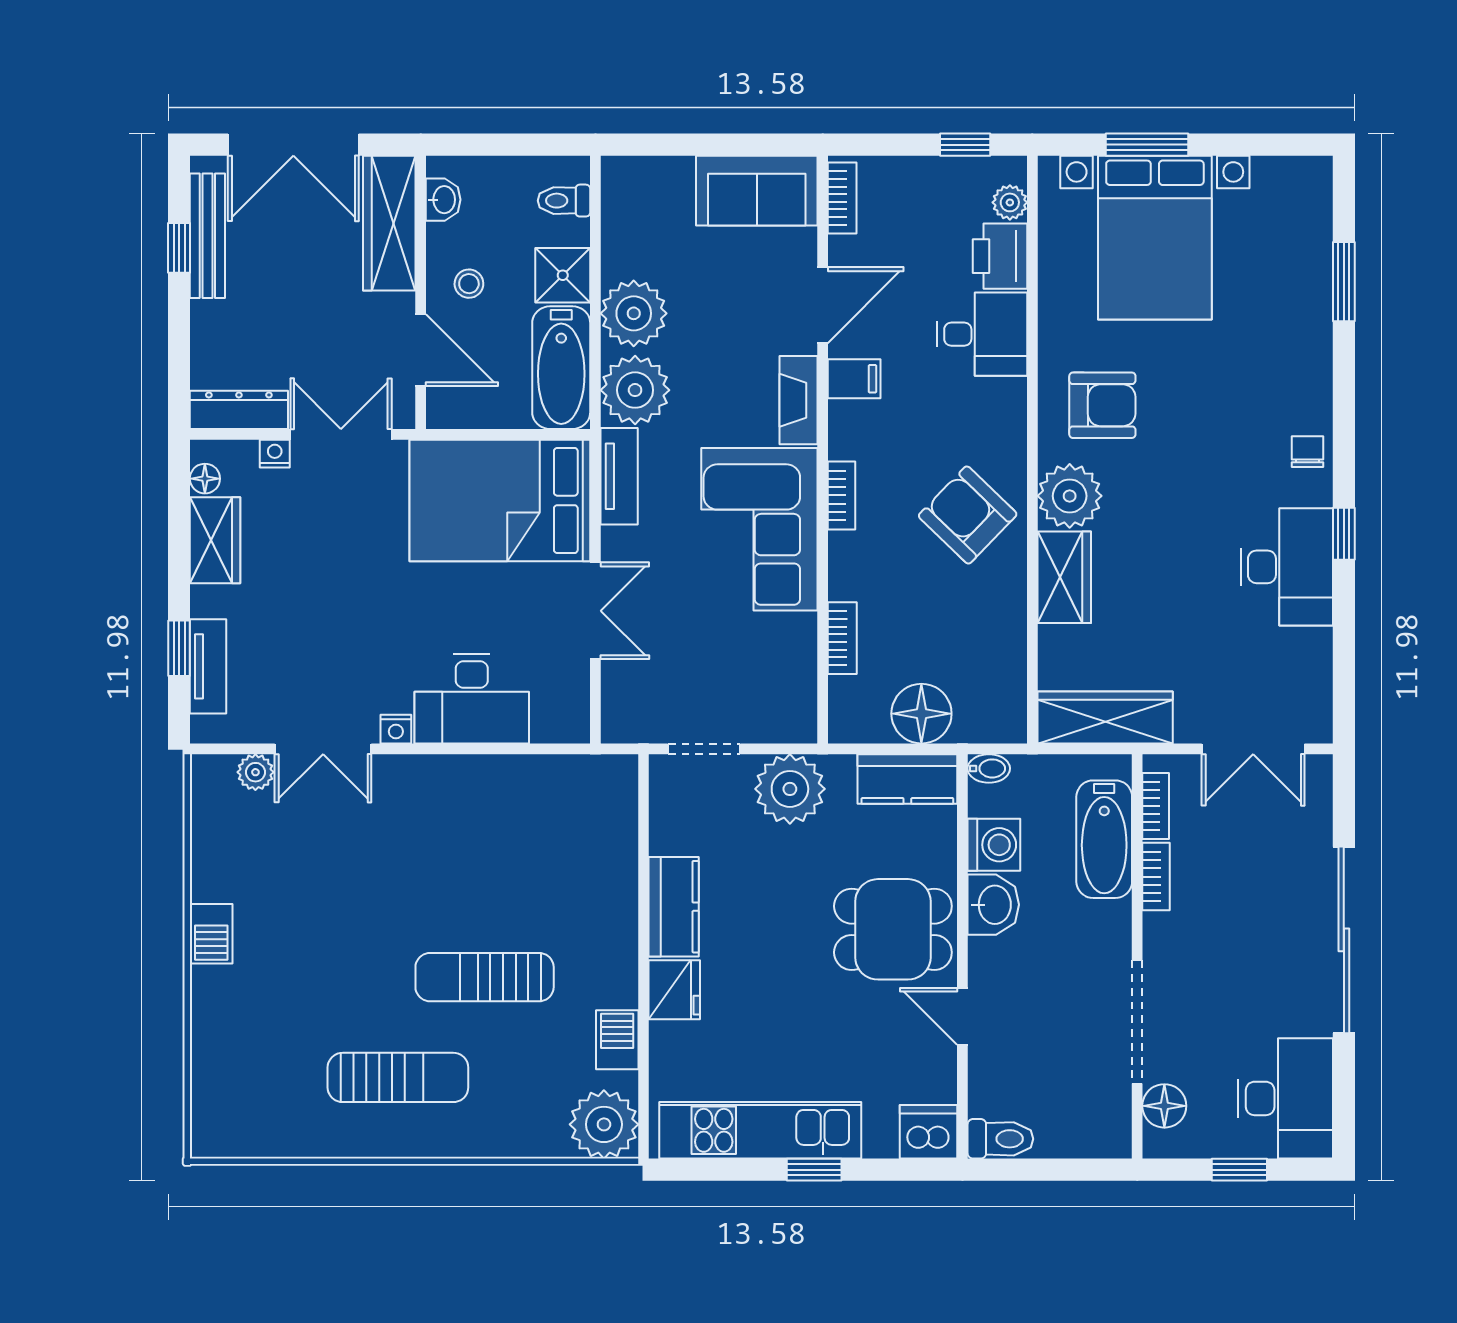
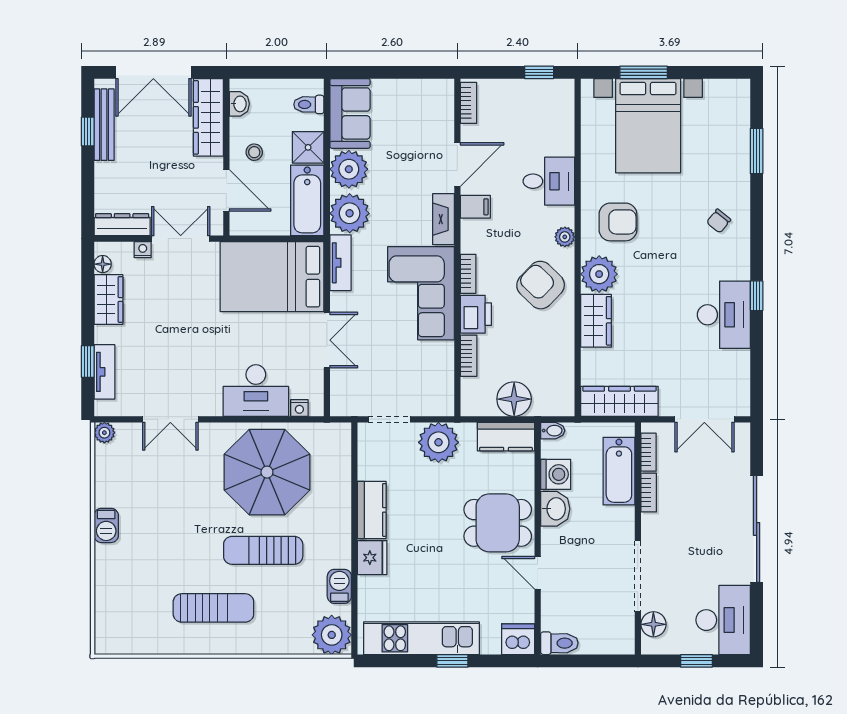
sofa: (757, 191) -> (350, 113), moved, turned -90
plant: (1010, 202) -> (565, 237), moved
printer: (1000, 256) -> (476, 314), moved, turned 180
chair: (1308, 452) -> (719, 221), moved, turned -141
nightstand: (396, 729) -> (299, 408), moved
plant: (255, 772) -> (104, 433), moved
parasol: (491, 841) -> (267, 472), added

